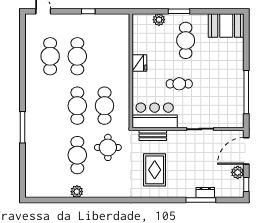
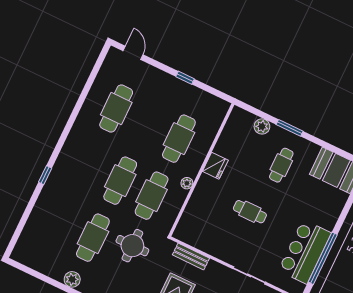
cafe table: (186, 40) -> (281, 165), width x0.73, depth x0.74
cafe table: (77, 56) -> (179, 139), moved
plant: (125, 85) -> (187, 183), added
bar counter: (155, 115) -> (305, 252), moved, turned -90
window: (23, 127) -> (45, 175), width x0.46

